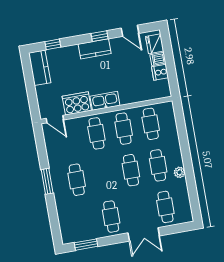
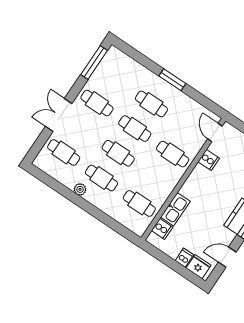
cooker: (160, 72) -> (162, 229), moved, turned 90
kitchen sink: (105, 101) -> (175, 209), moved
cooker: (77, 103) -> (209, 160), width x0.53, depth x0.76
door: (55, 119) -> (215, 133), hinge flipped
cafe table: (124, 129) -> (135, 129), moved
window: (86, 245) -> (94, 62), width x1.44

